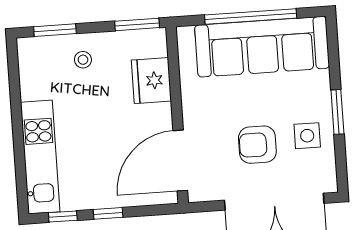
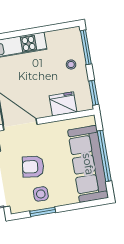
window: (55, 30) -> (86, 47), width x1.44
window: (337, 112) -> (43, 212), moved
armchair: (257, 145) -> (33, 167), turned -83

